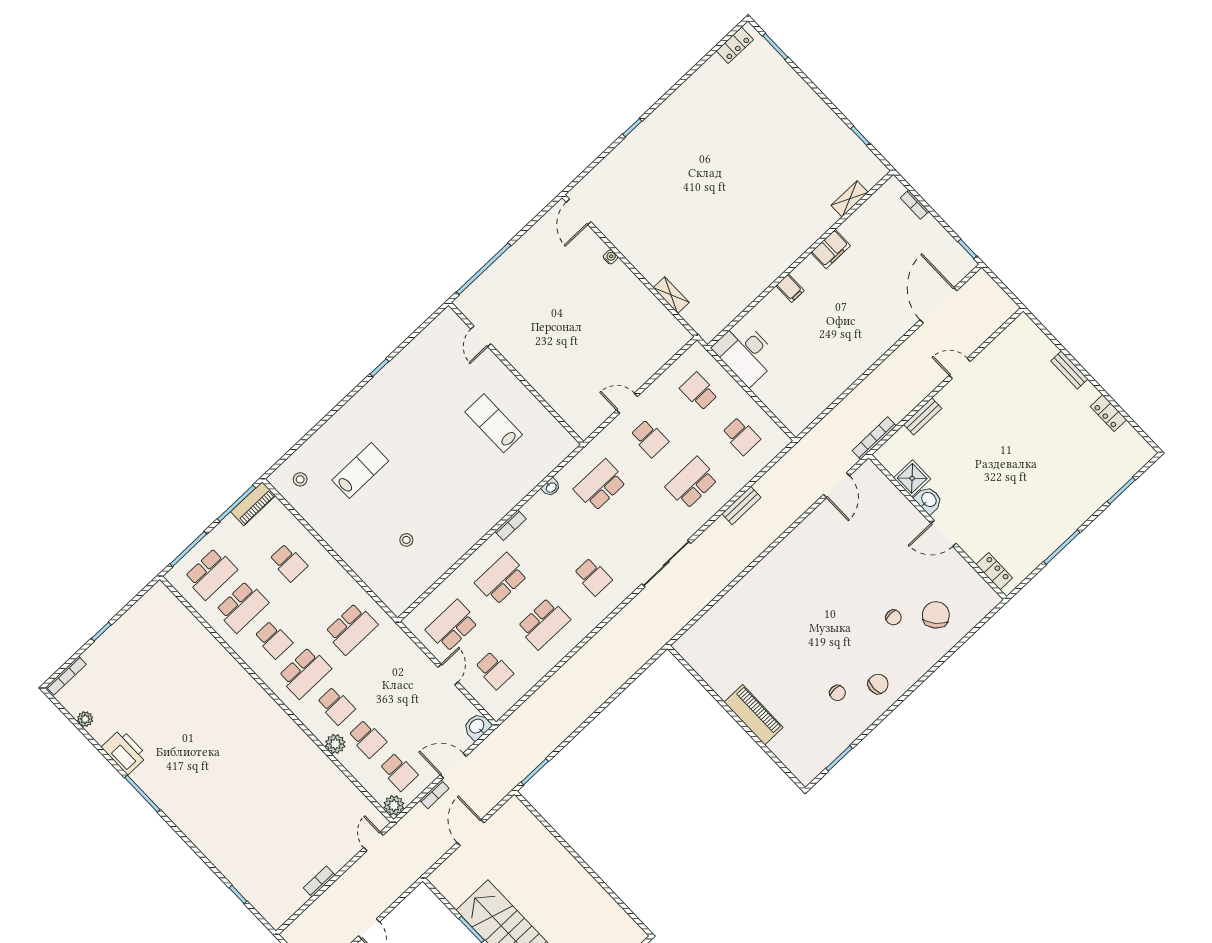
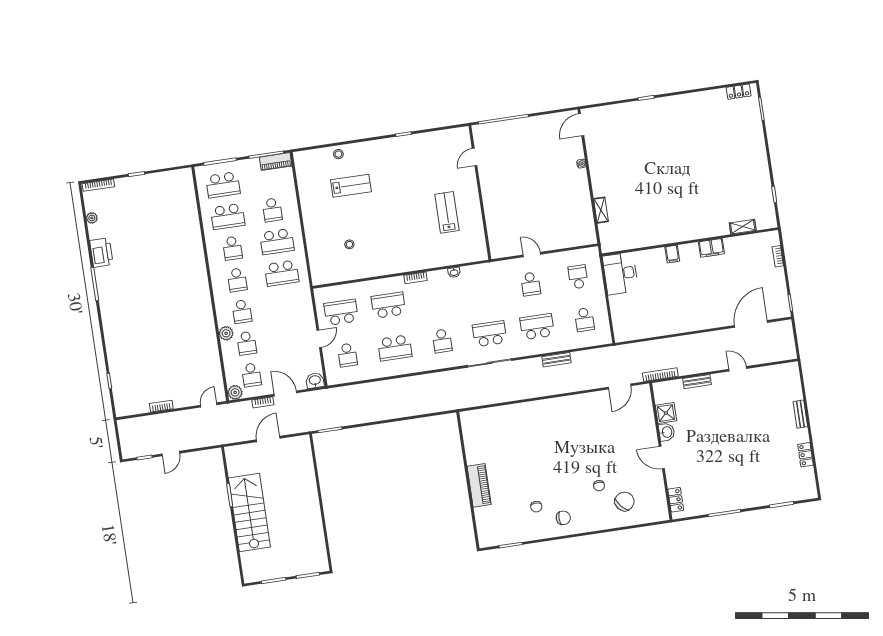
stool: (300, 479) -> (338, 154), moved
school desk: (600, 485) -> (490, 334), moved
school desk: (320, 596) -> (277, 242), added
school desk: (305, 673) -> (237, 280), width x0.54

